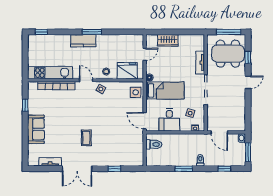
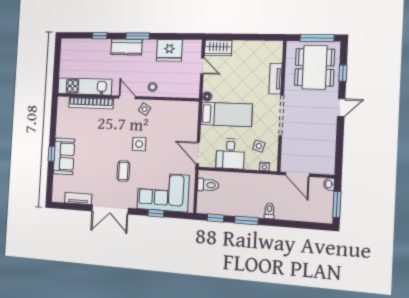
window: (41, 32) -> (100, 36), moved
wardrobe: (168, 40) -> (218, 48), moved
door: (145, 54) -> (202, 66), hinge flipped
dining table: (228, 54) -> (315, 67), turned 90
fridge: (127, 71) -> (169, 50), moved, turned 180
side table: (136, 92) -> (139, 144), moved
window: (25, 105) -> (52, 154), moved
corner sofa: (119, 152) -> (163, 192), added
window: (224, 169) -> (216, 218), moved

